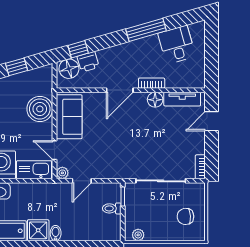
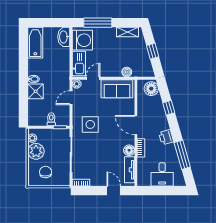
window: (146, 30) -> (182, 155), moved
desk: (177, 45) -> (162, 174), moved, turned 106
window: (78, 49) -> (169, 108), moved
printer: (88, 62) -> (166, 137), moved
boiler: (40, 109) -> (127, 72), width x0.54, depth x0.54
side table: (119, 154) -> (90, 124), added
door: (82, 181) -> (71, 98), hinge flipped
shower: (38, 230) -> (36, 91), moved
plant: (157, 230) -> (36, 151), added

